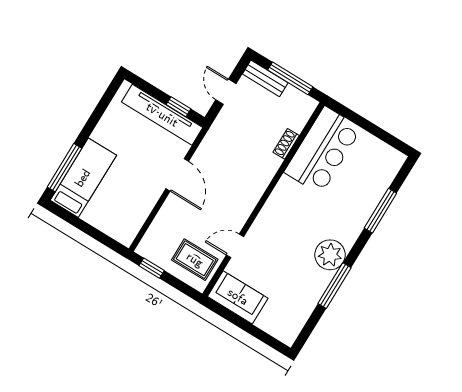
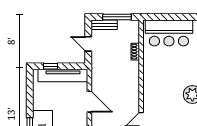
window: (178, 107) -> (50, 66), moved
bar counter: (323, 150) -> (169, 33), moved, turned 90

